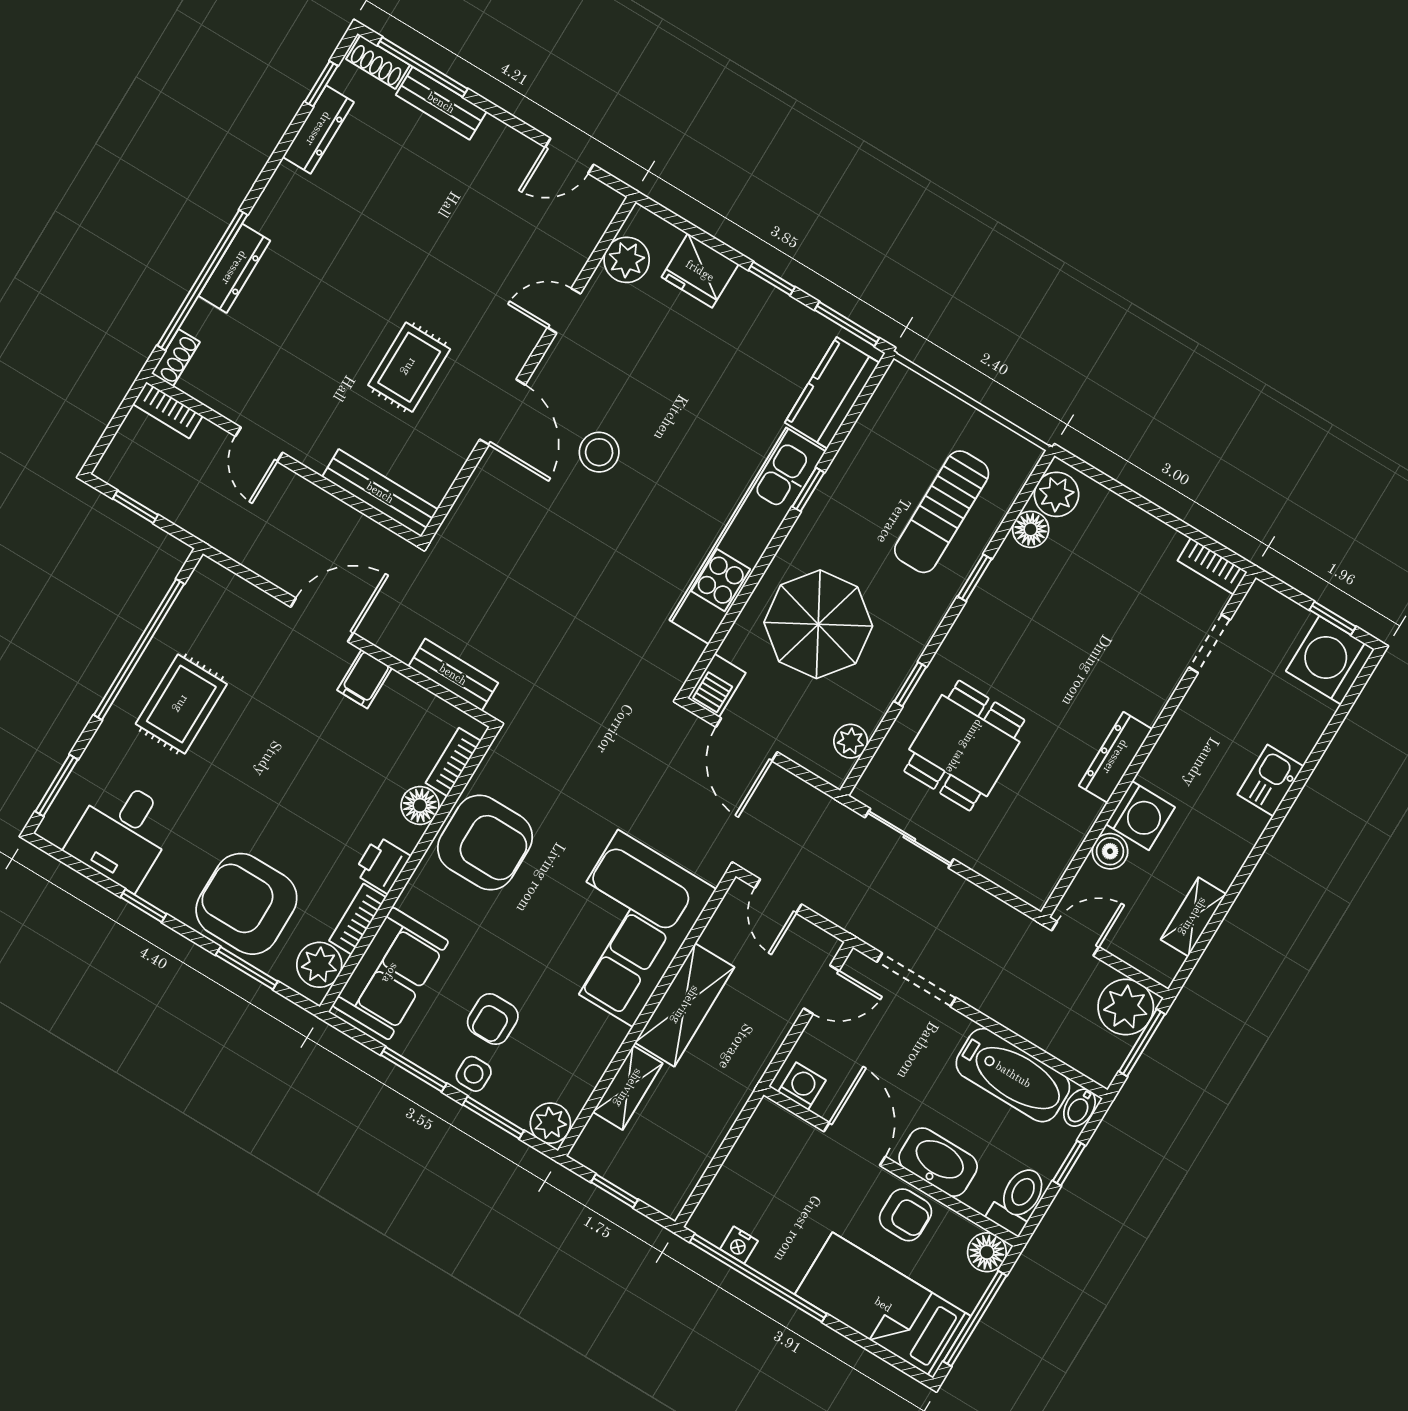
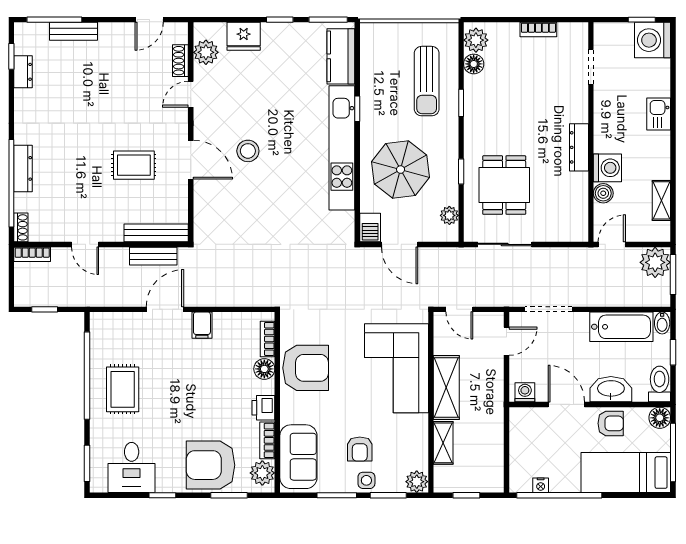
shoe rack: (378, 62) -> (180, 61), moved, turned 90
dresser: (318, 129) -> (23, 72), width x0.70
rug: (409, 367) -> (134, 165), turned 90
bookcase: (1212, 566) -> (538, 29), moved
bench: (453, 675) -> (153, 256), moved

